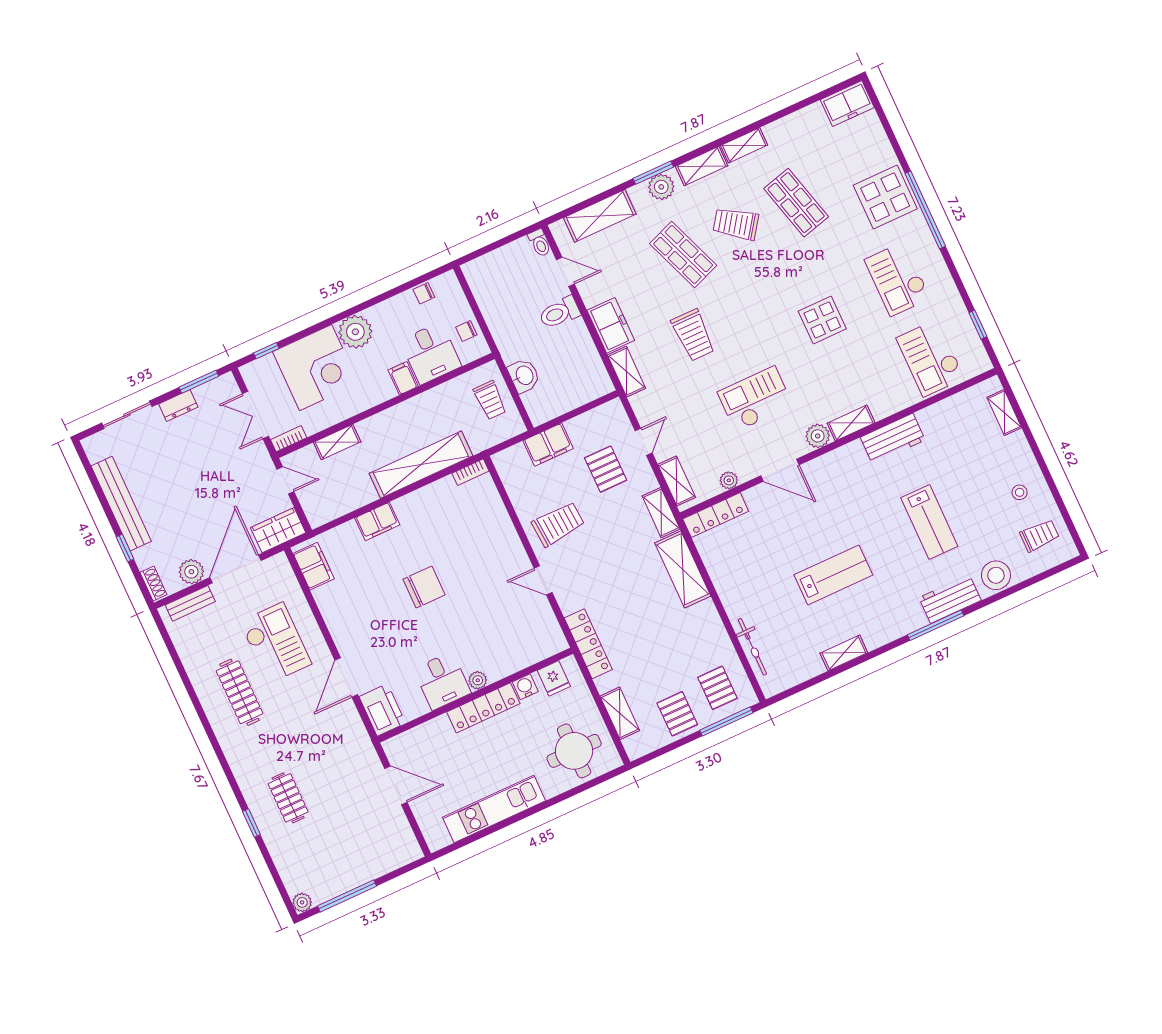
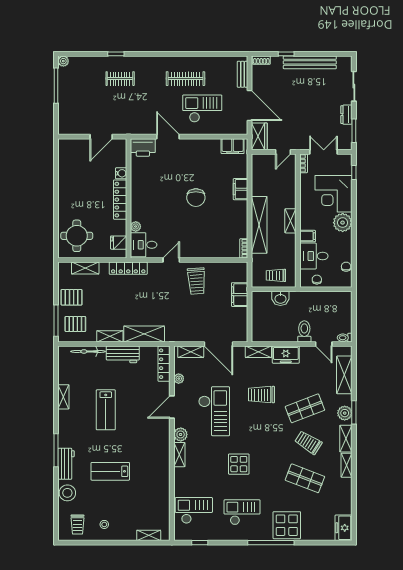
shop shelf: (796, 203) -> (305, 478), turned 36
trolley: (736, 224) -> (308, 442), turned -93
door: (565, 272) -> (324, 344), hinge flipped
checkout: (755, 399) -> (214, 411), width x1.36, depth x1.21
workbench: (893, 439) -> (123, 354), moved, turned -90
shelving: (337, 442) -> (290, 221), moved
door: (644, 442) -> (218, 344), width x1.88
pallet: (606, 469) -> (213, 318), removed
shelving: (661, 513) -> (110, 336), moved
plant: (191, 572) -> (258, 82), removed
checkout: (275, 643) -> (202, 109), turned 180
plant: (478, 680) -> (136, 226), moved
desk: (442, 681) -> (144, 245), moved
water cooler: (525, 687) -> (121, 173), moved
kitchen unit: (494, 809) -> (66, 181), removed

